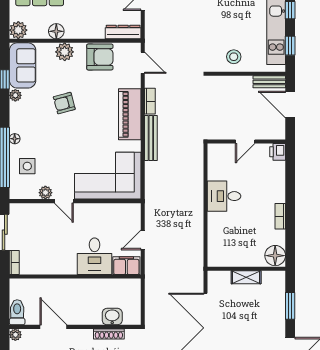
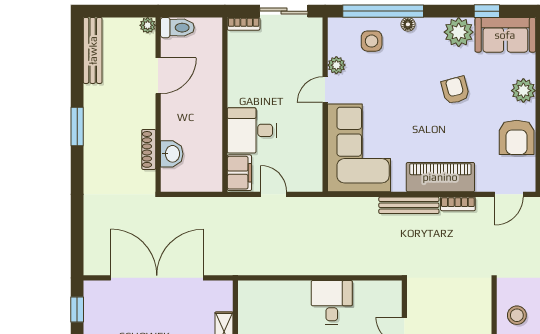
plant: (15, 95) -> (459, 32), width x1.88, depth x1.88

